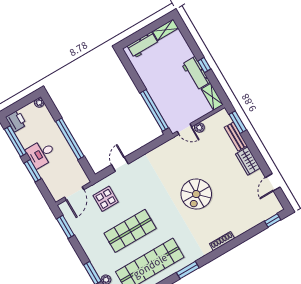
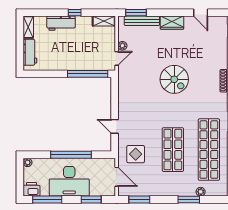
workbench: (196, 73) -> (61, 23), moved
bench: (236, 136) -> (142, 21), width x1.36
desk: (41, 154) -> (69, 181), width x1.87, depth x1.30
window: (33, 171) -> (91, 199), moved

